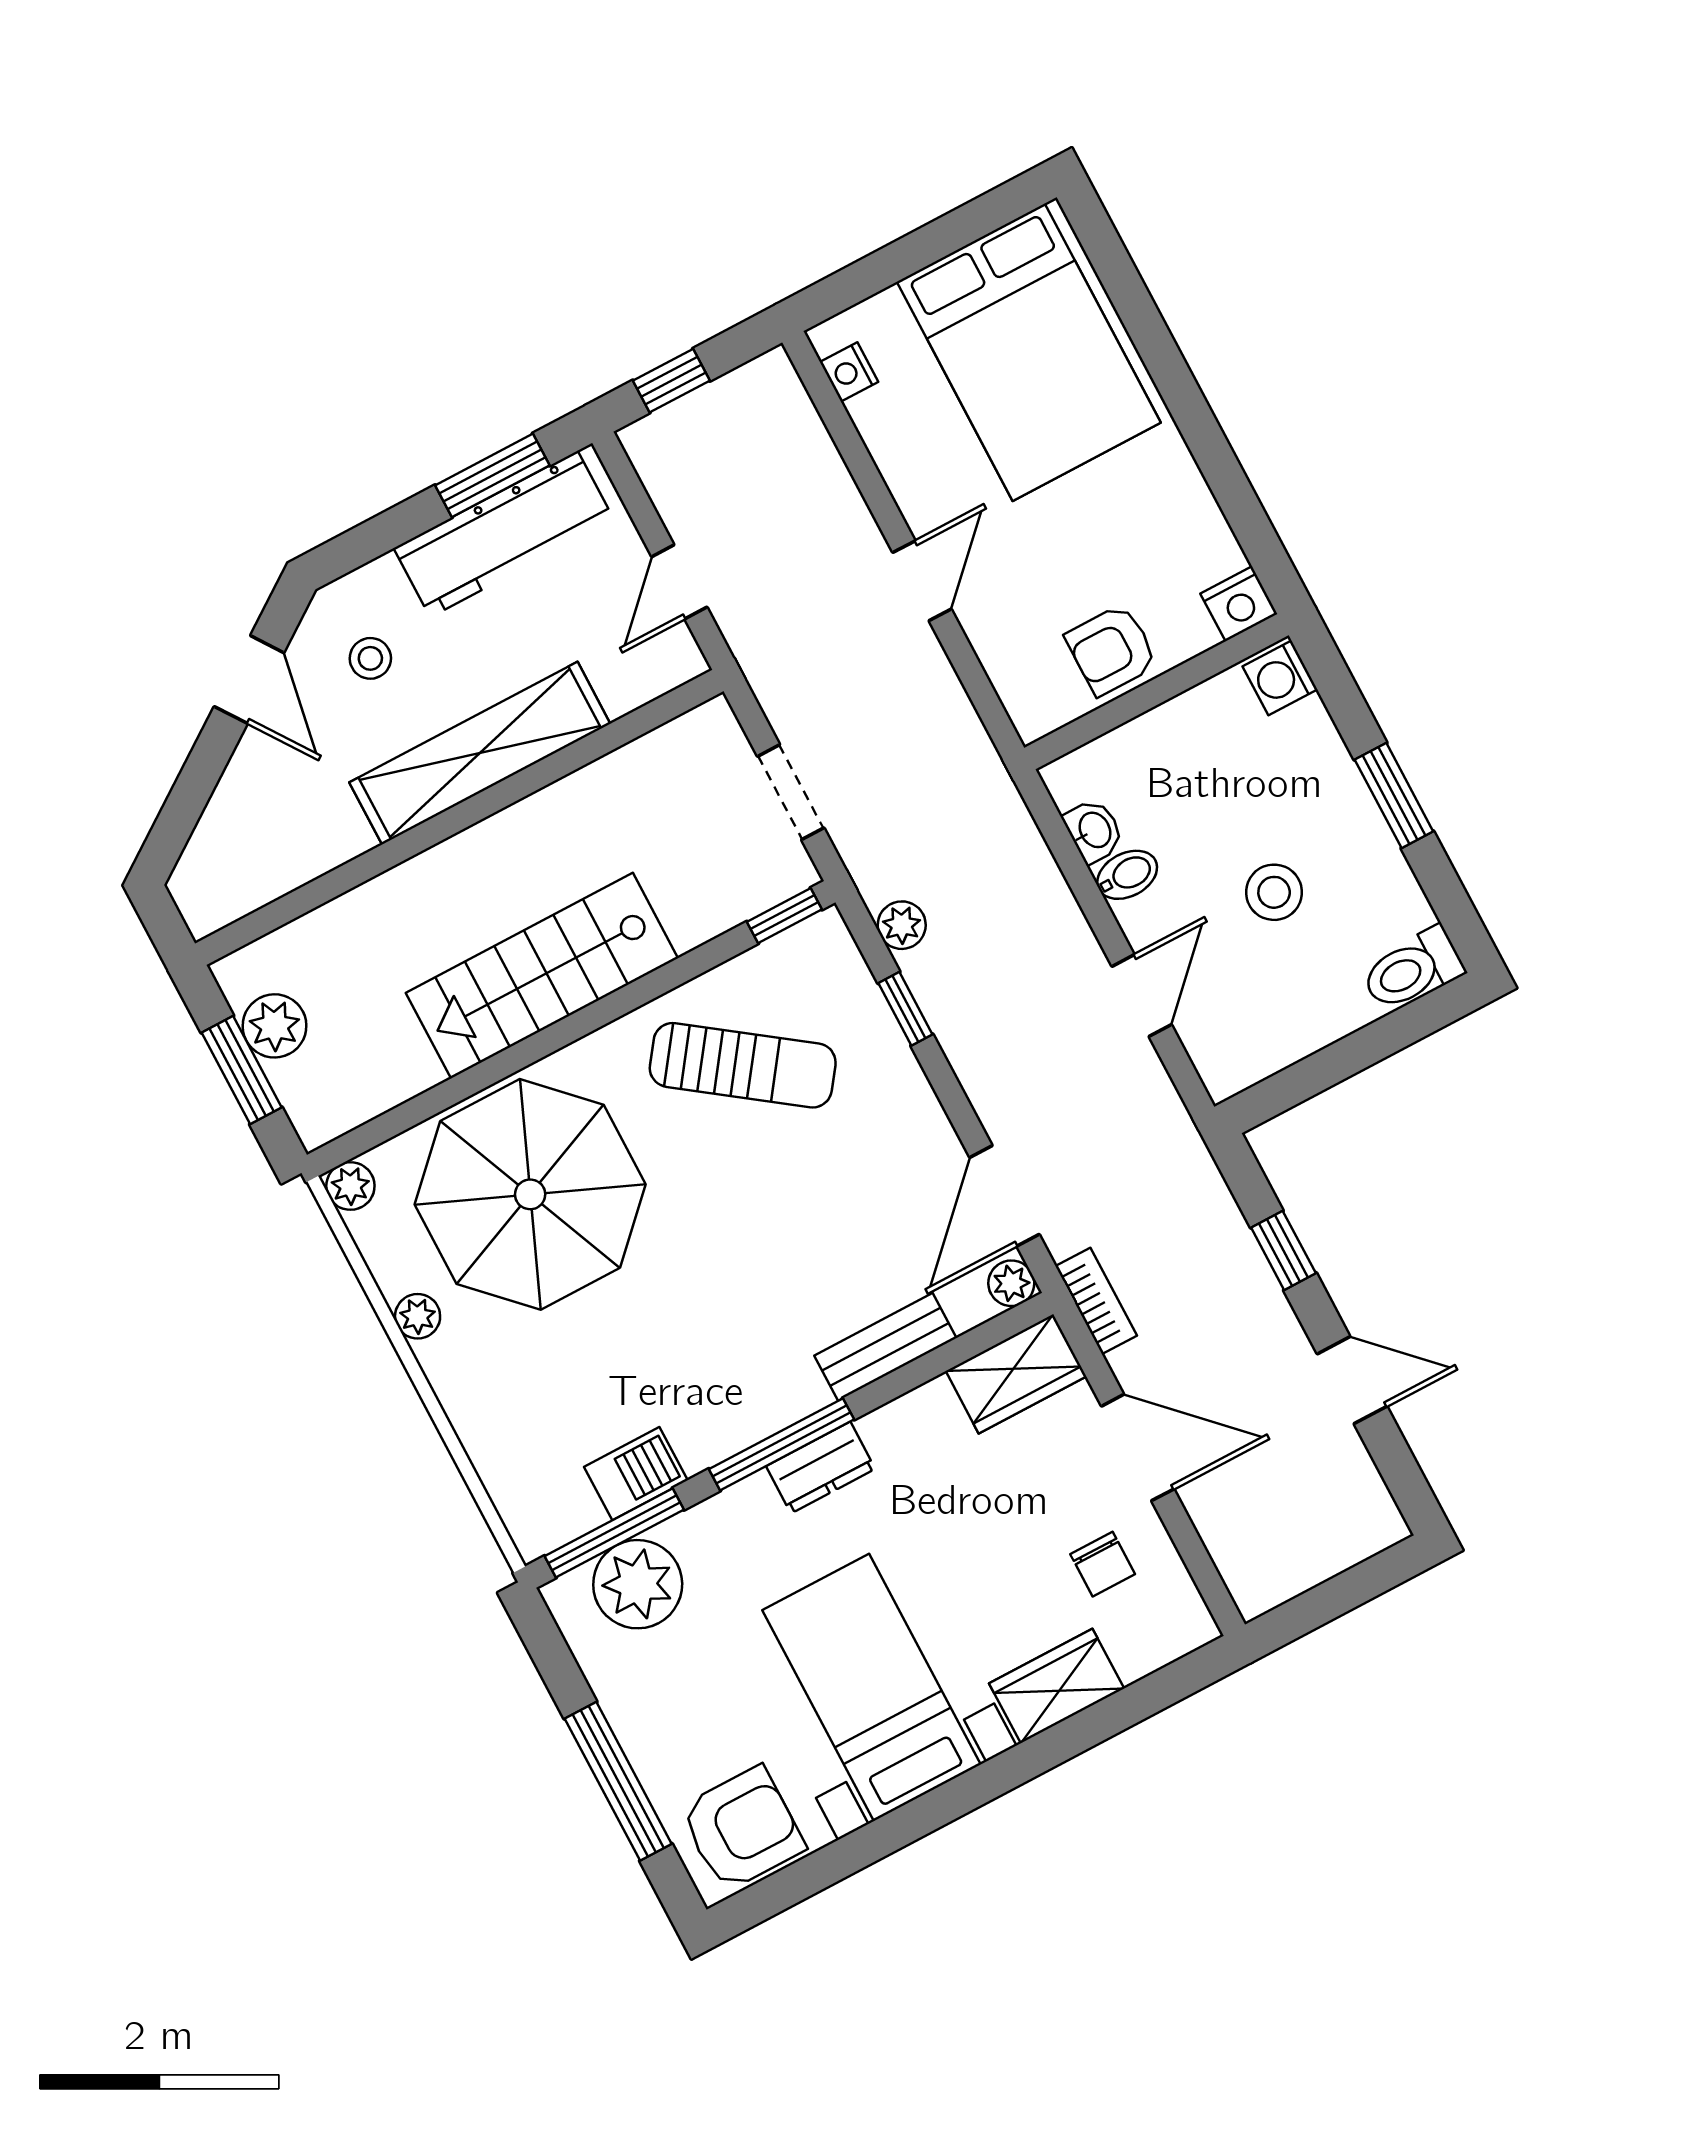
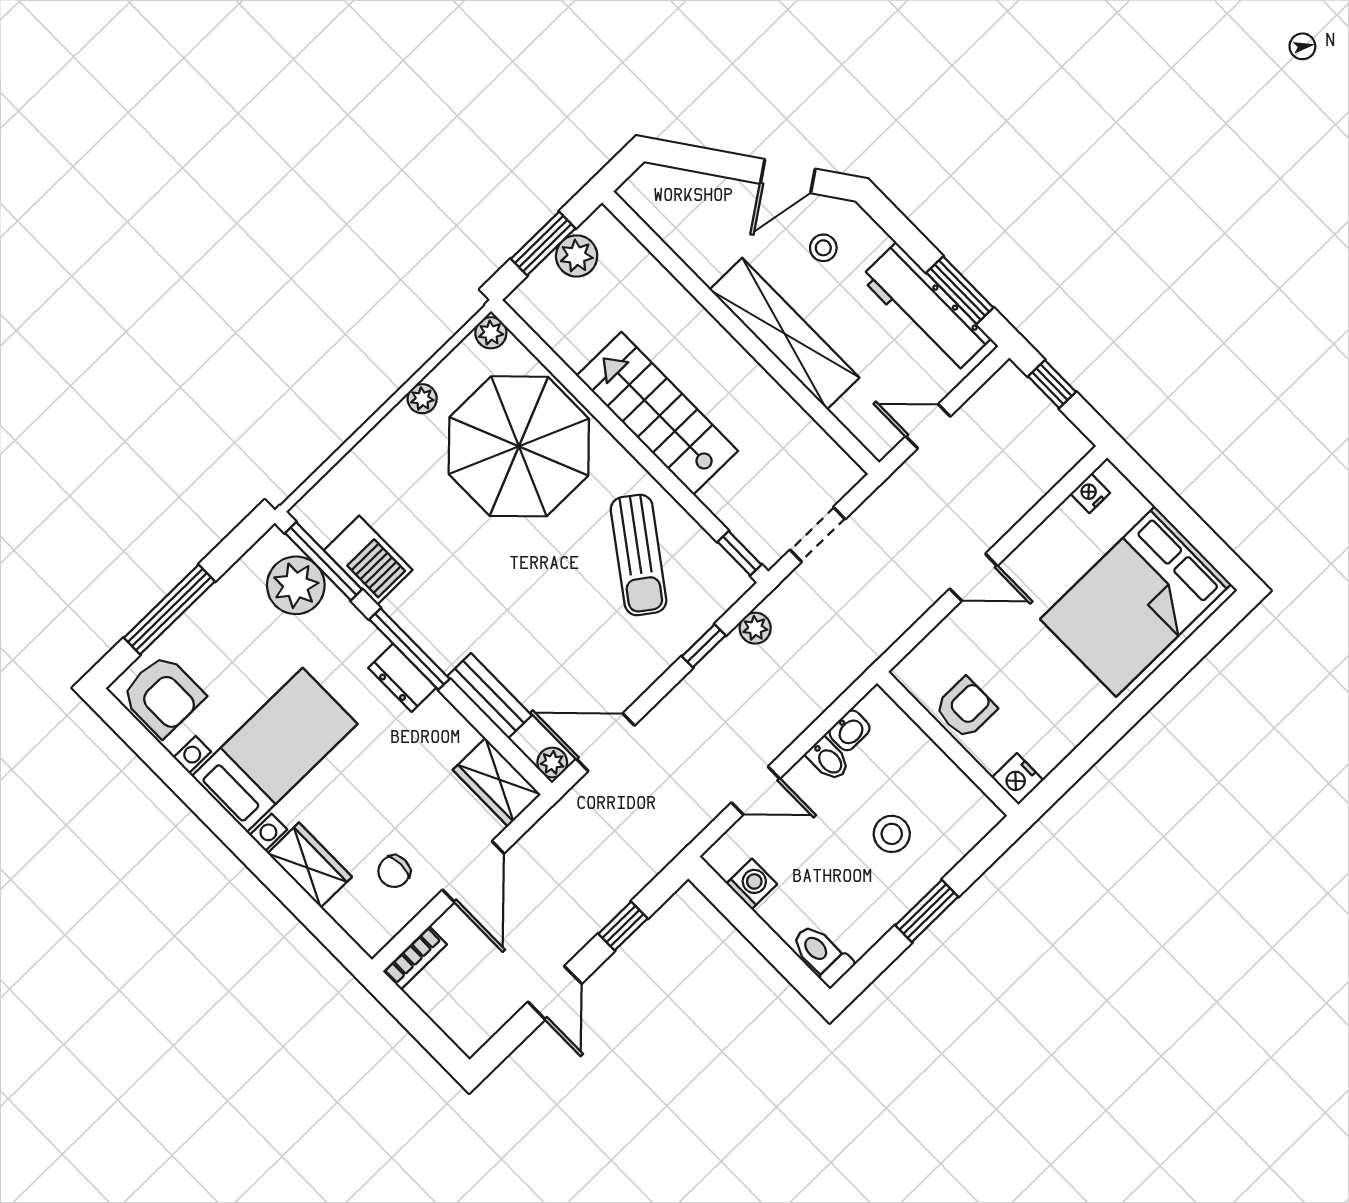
armchair: (1112, 650) -> (965, 708), turned 90
washing machine: (1280, 678) -> (752, 884), moved, turned 90
stool: (1274, 892) -> (892, 834), moved
bookcase: (1096, 1301) -> (415, 958), moved
barbecue: (636, 1474) -> (368, 560), width x1.38, depth x1.27

